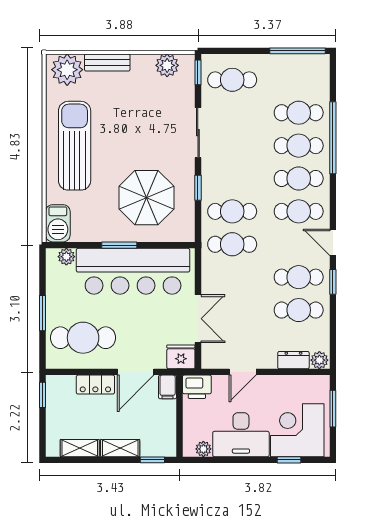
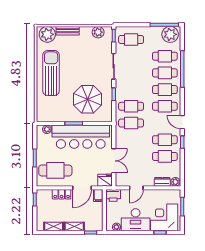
plant: (309, 70) -> (170, 34), added
barbecue: (58, 223) -> (43, 112), removed

